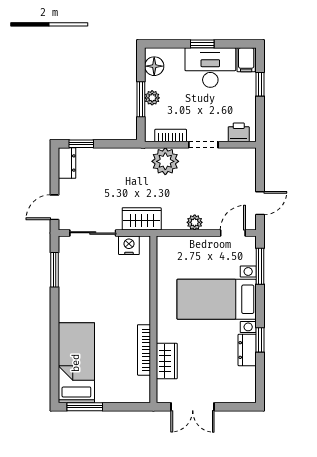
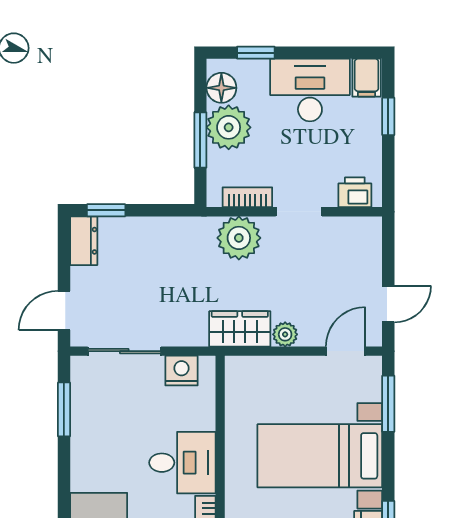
window: (202, 44) -> (256, 53), moved
plant: (152, 98) -> (229, 127), width x1.88, depth x1.88
wardrobe: (142, 219) -> (240, 329), moved
desk: (129, 304) -> (182, 463), added

